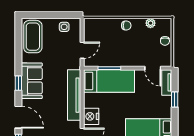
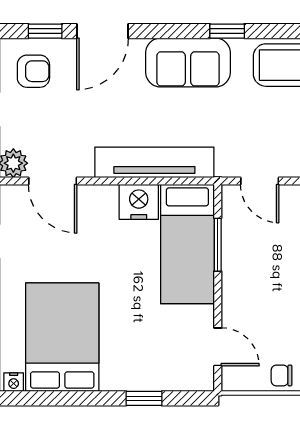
door: (153, 68) -> (218, 347), swing flipped
tv unit: (167, 82) -> (184, 380), removed
window: (18, 83) -> (227, 31), moved
nightstand: (91, 116) -> (139, 202), moved

